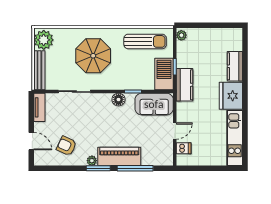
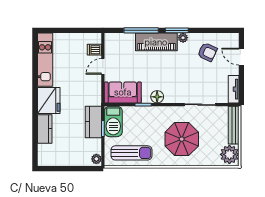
sun lounger: (145, 41) -> (131, 153), turned 180
kitchen counter: (184, 85) -> (93, 122), moved

